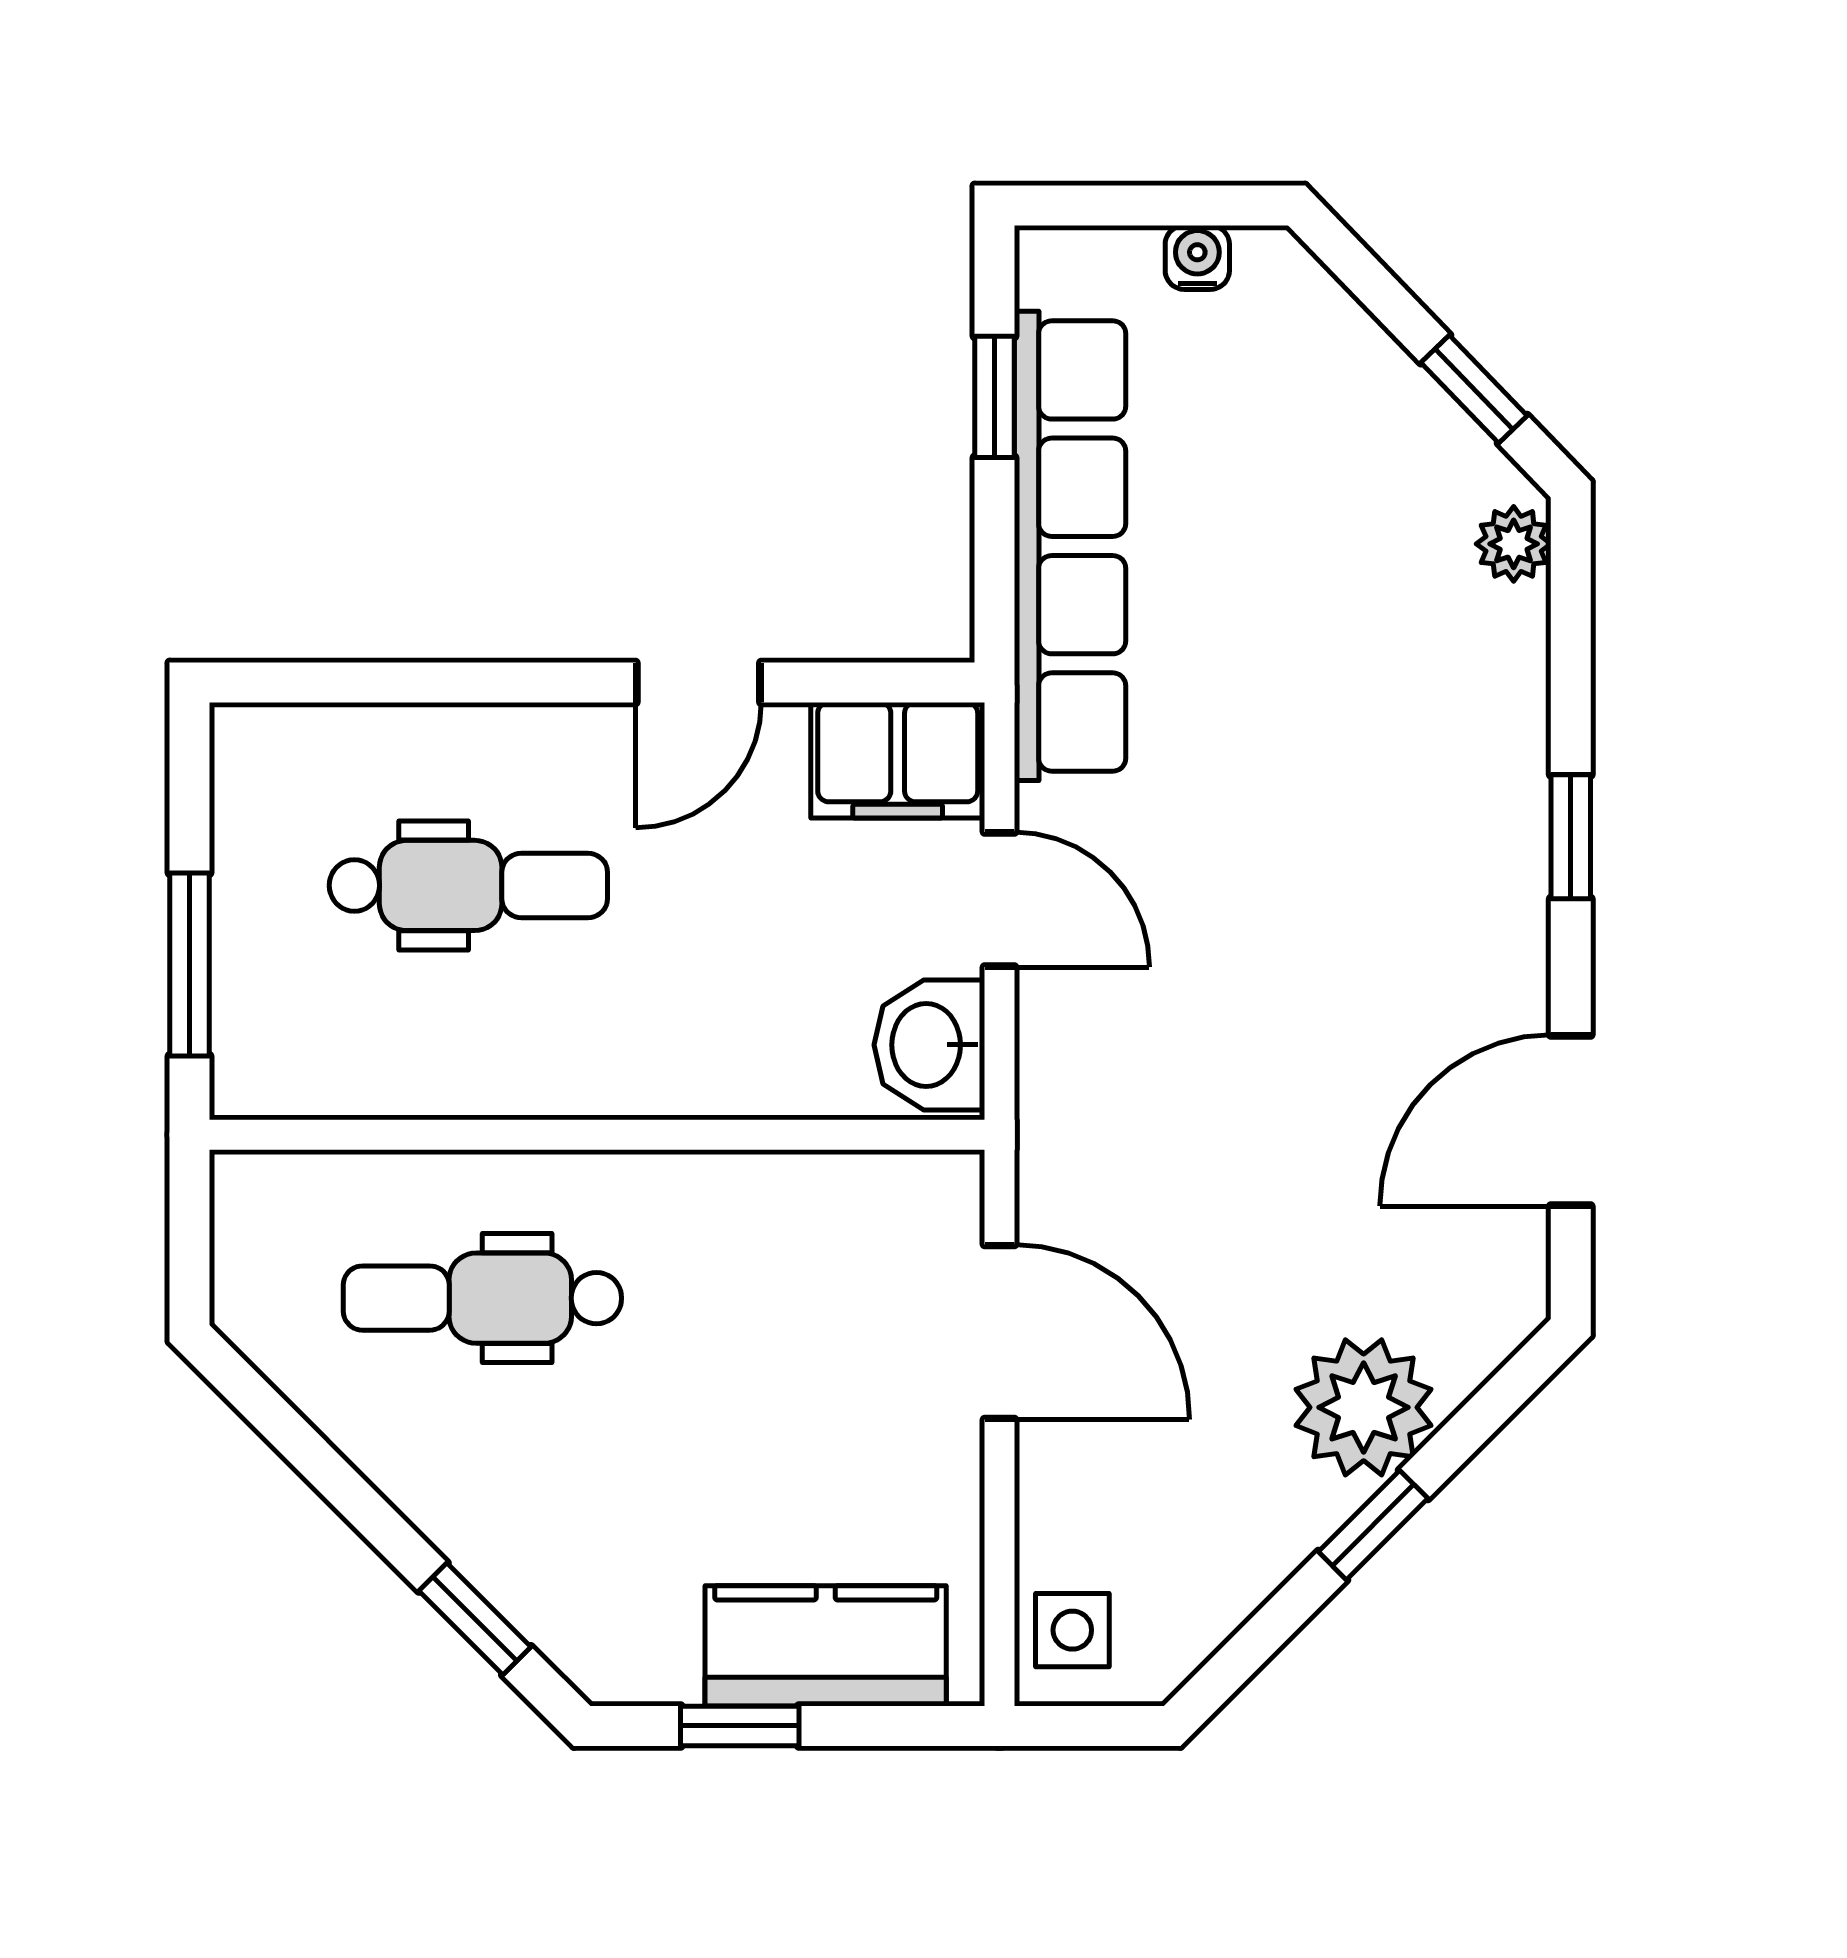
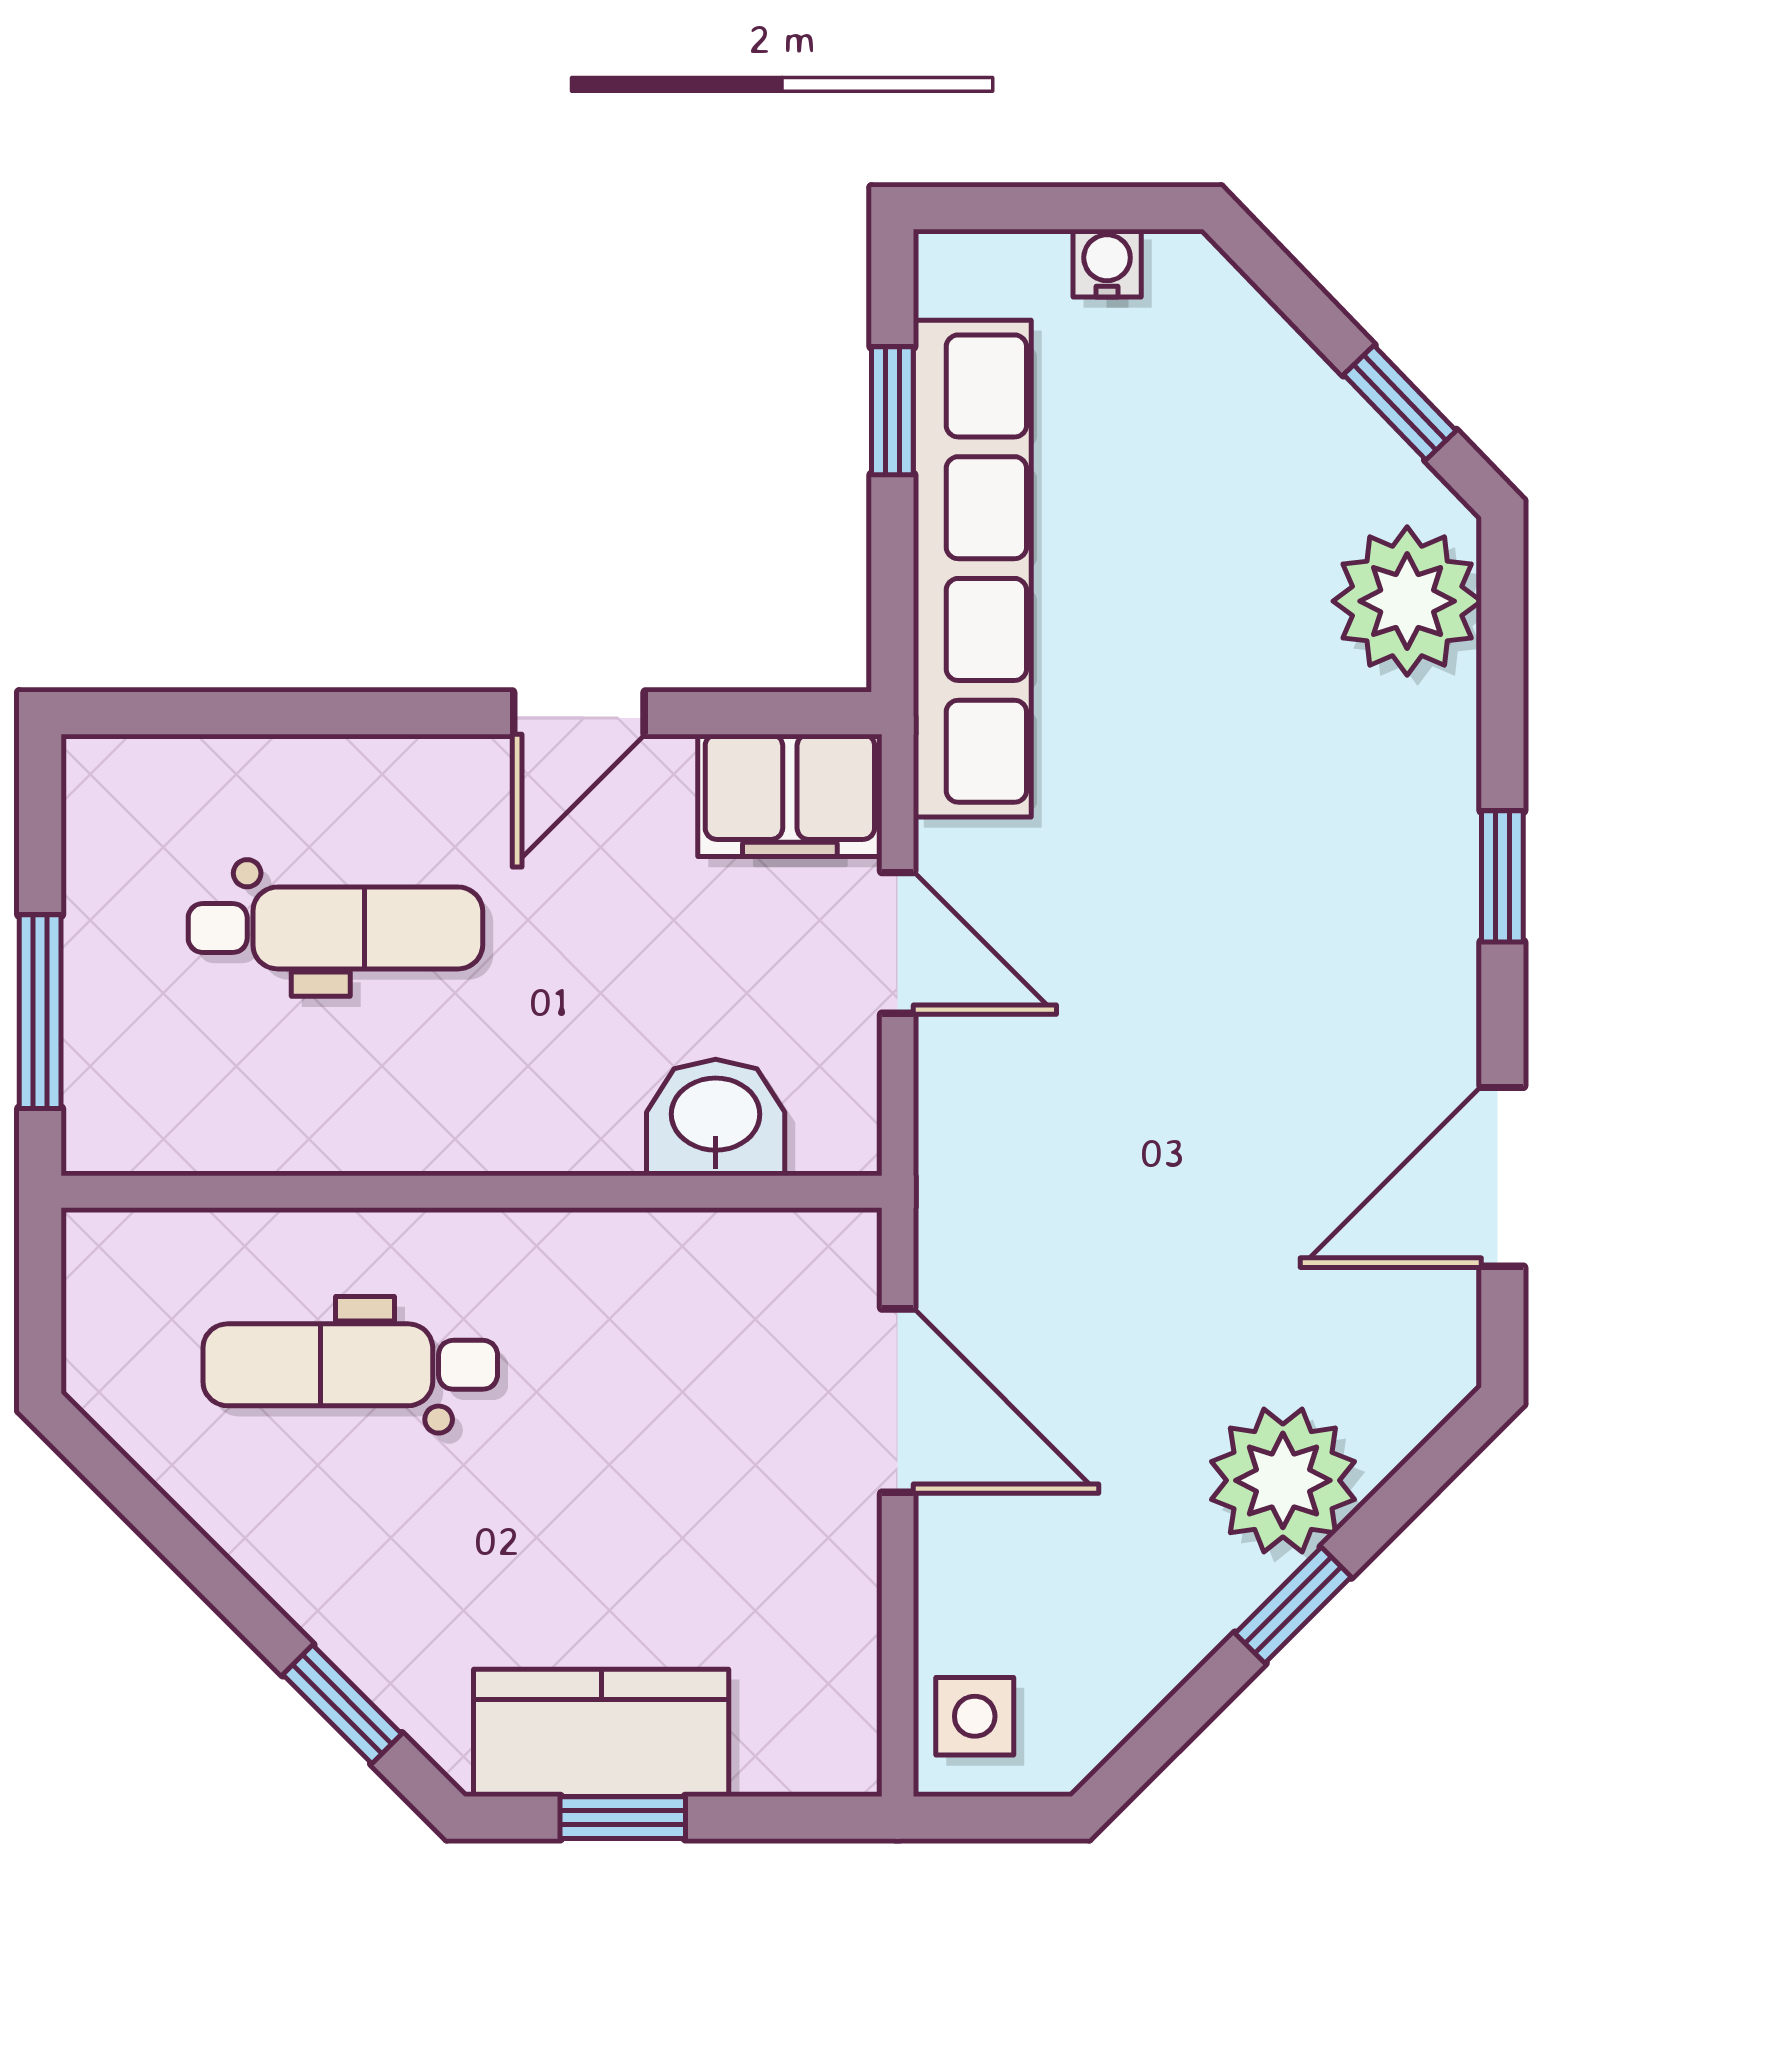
plant: (1514, 544) -> (1407, 601), width x1.87, depth x1.87
washbasin: (929, 1045) -> (716, 1118), moved, turned 90
kitchen counter: (826, 1646) -> (601, 1733), moved

